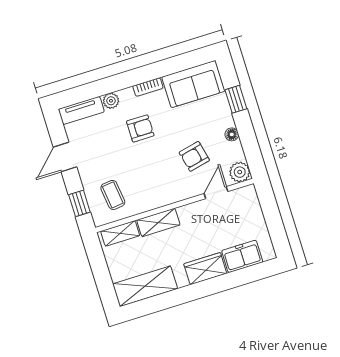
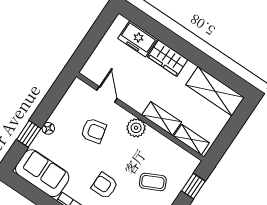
floor lamp: (232, 134) -> (48, 128), moved
plant: (240, 172) -> (136, 128), moved
door: (216, 193) -> (107, 94), swing flipped
coffee table: (113, 195) -> (153, 182), moved, turned 71

